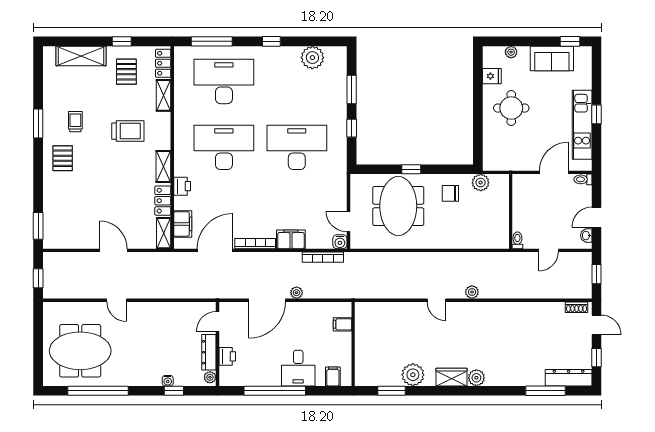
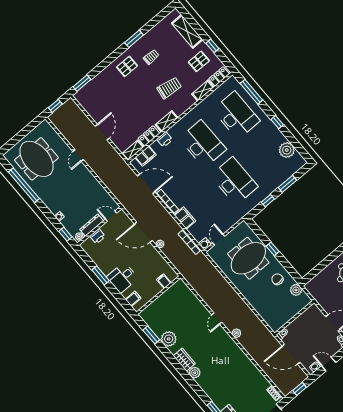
trolley: (128, 131) -> (169, 88), turned -82
door: (549, 250) -> (291, 354), width x1.88
window: (174, 391) -> (65, 234), moved
window: (275, 391) -> (101, 275), width x0.47

